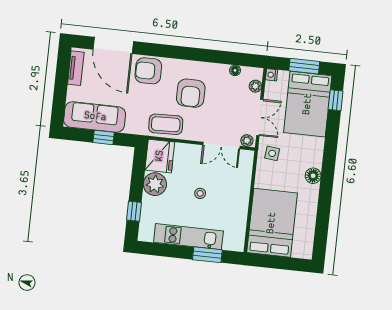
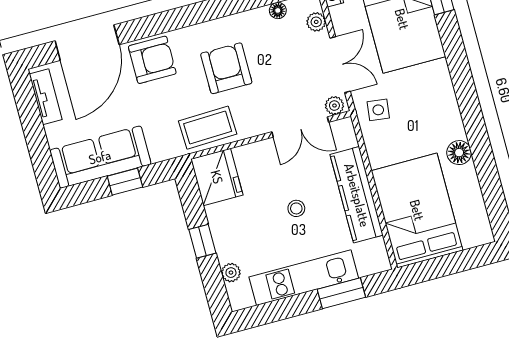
door: (113, 45) -> (87, 43), hinge flipped
armchair: (148, 71) -> (152, 60), turned 180
armchair: (191, 93) -> (226, 68), turned 180
floor lamp: (313, 176) -> (459, 153), moved
plant: (155, 184) -> (231, 273), moved, width x0.53, depth x0.53
kitchen counter: (239, 199) -> (357, 195), added
window: (134, 211) -> (202, 241), moved

